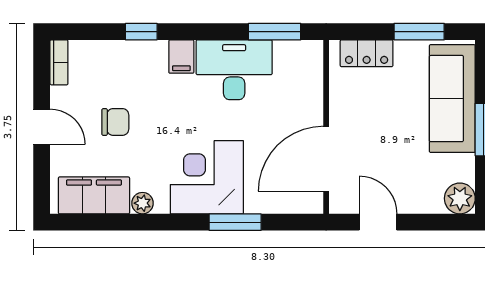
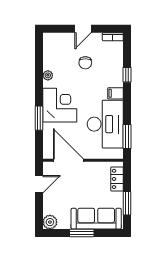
desk: (234, 70) -> (105, 124), width x1.36, depth x1.30
filing cabinet: (94, 195) -> (51, 53), removed

